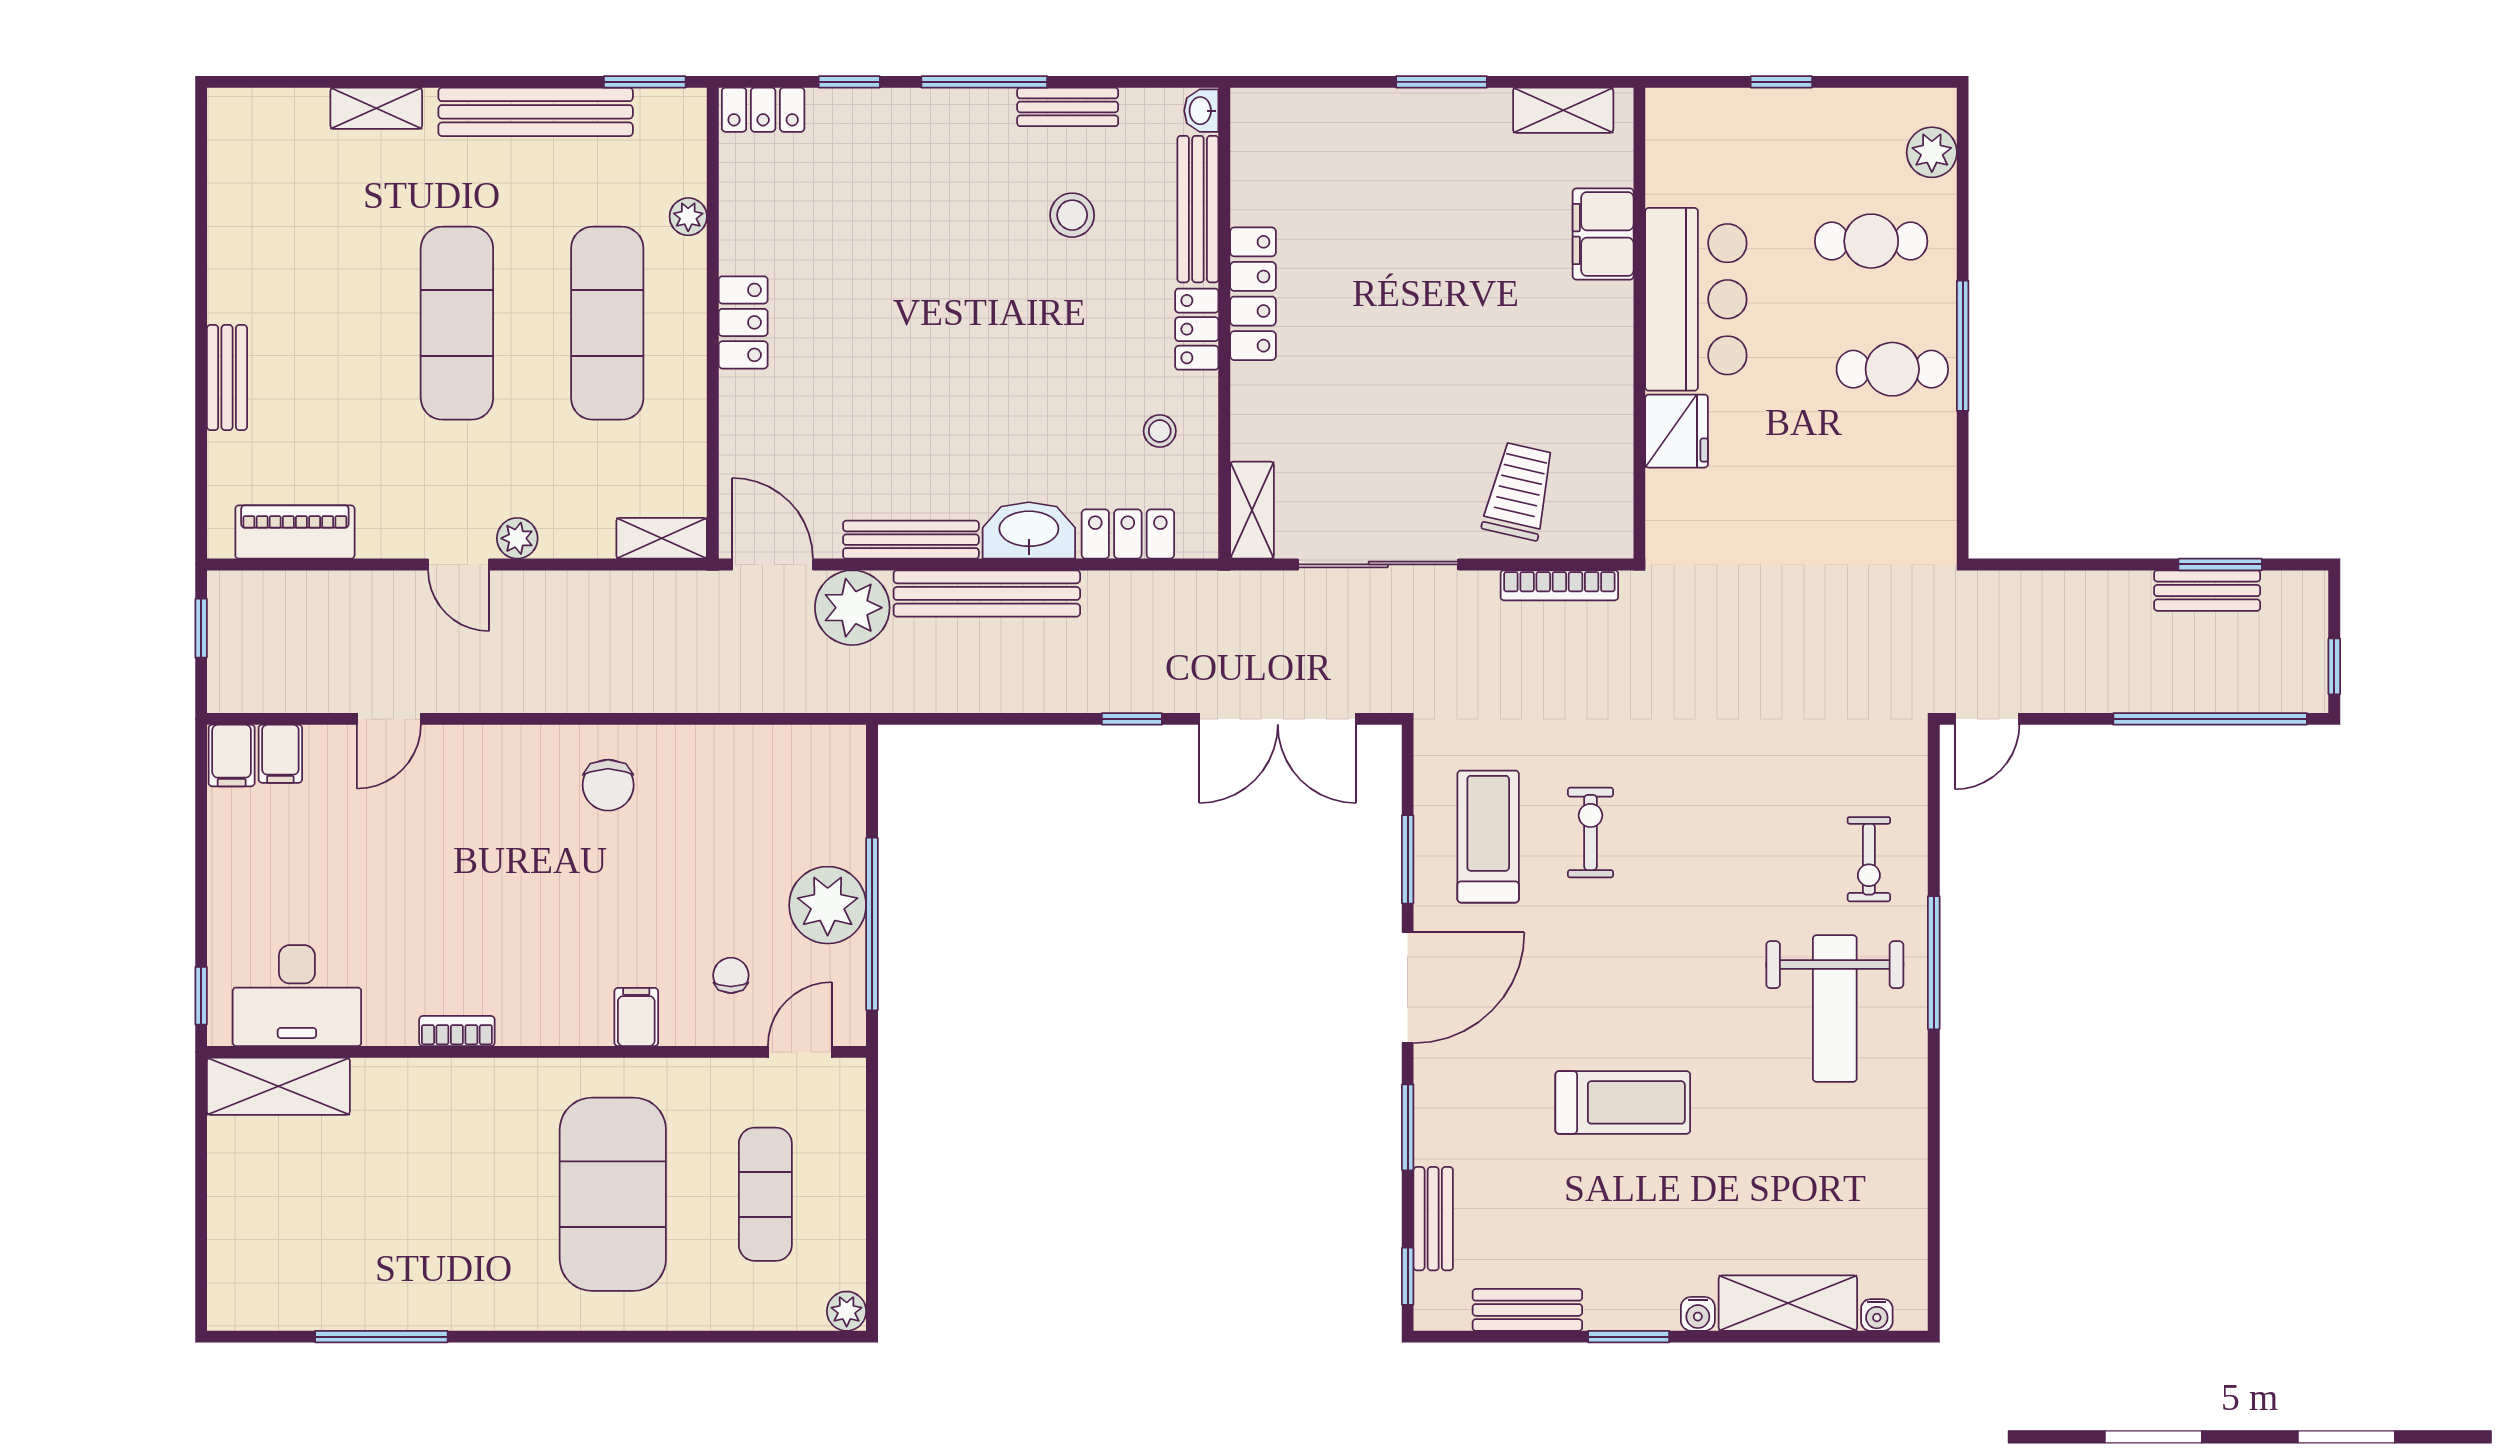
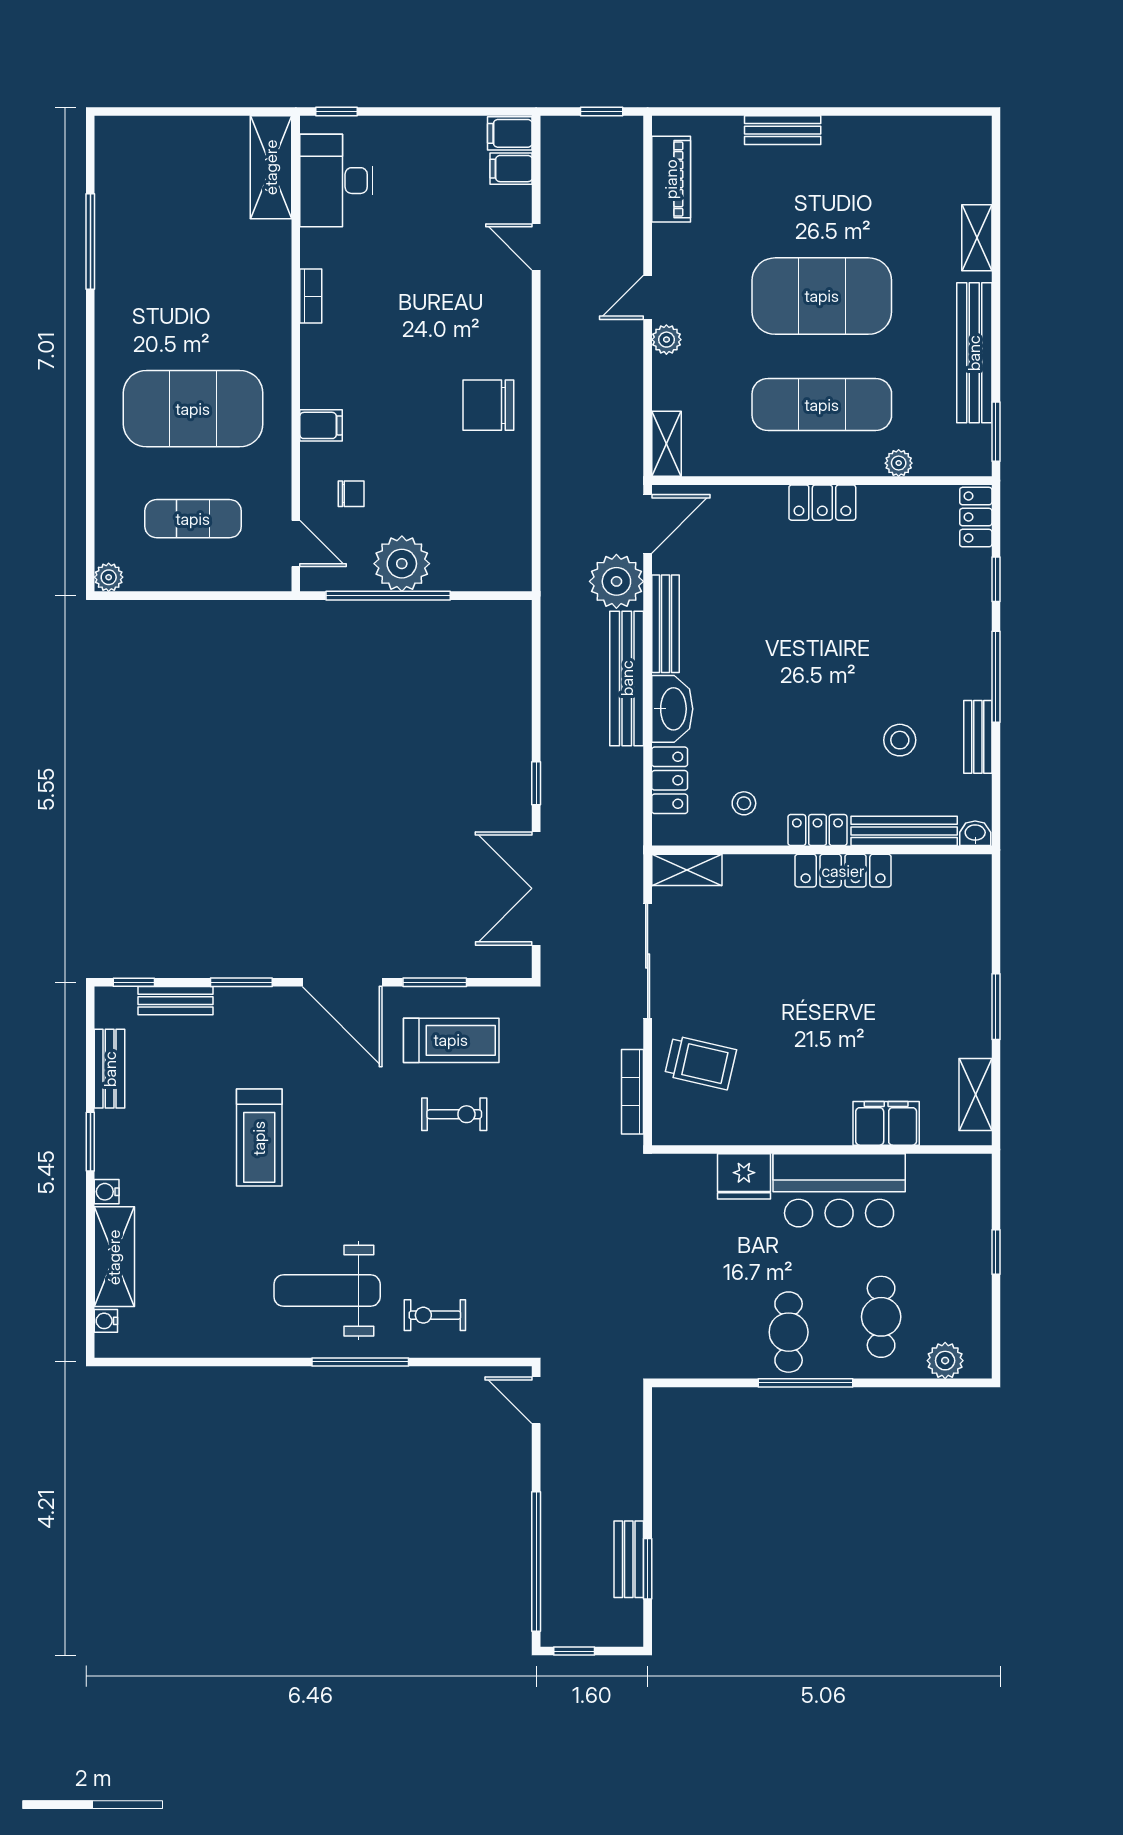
exercise mat: (457, 323) -> (822, 296), width x1.47
chair: (608, 785) -> (488, 405), width x1.37, depth x1.37

